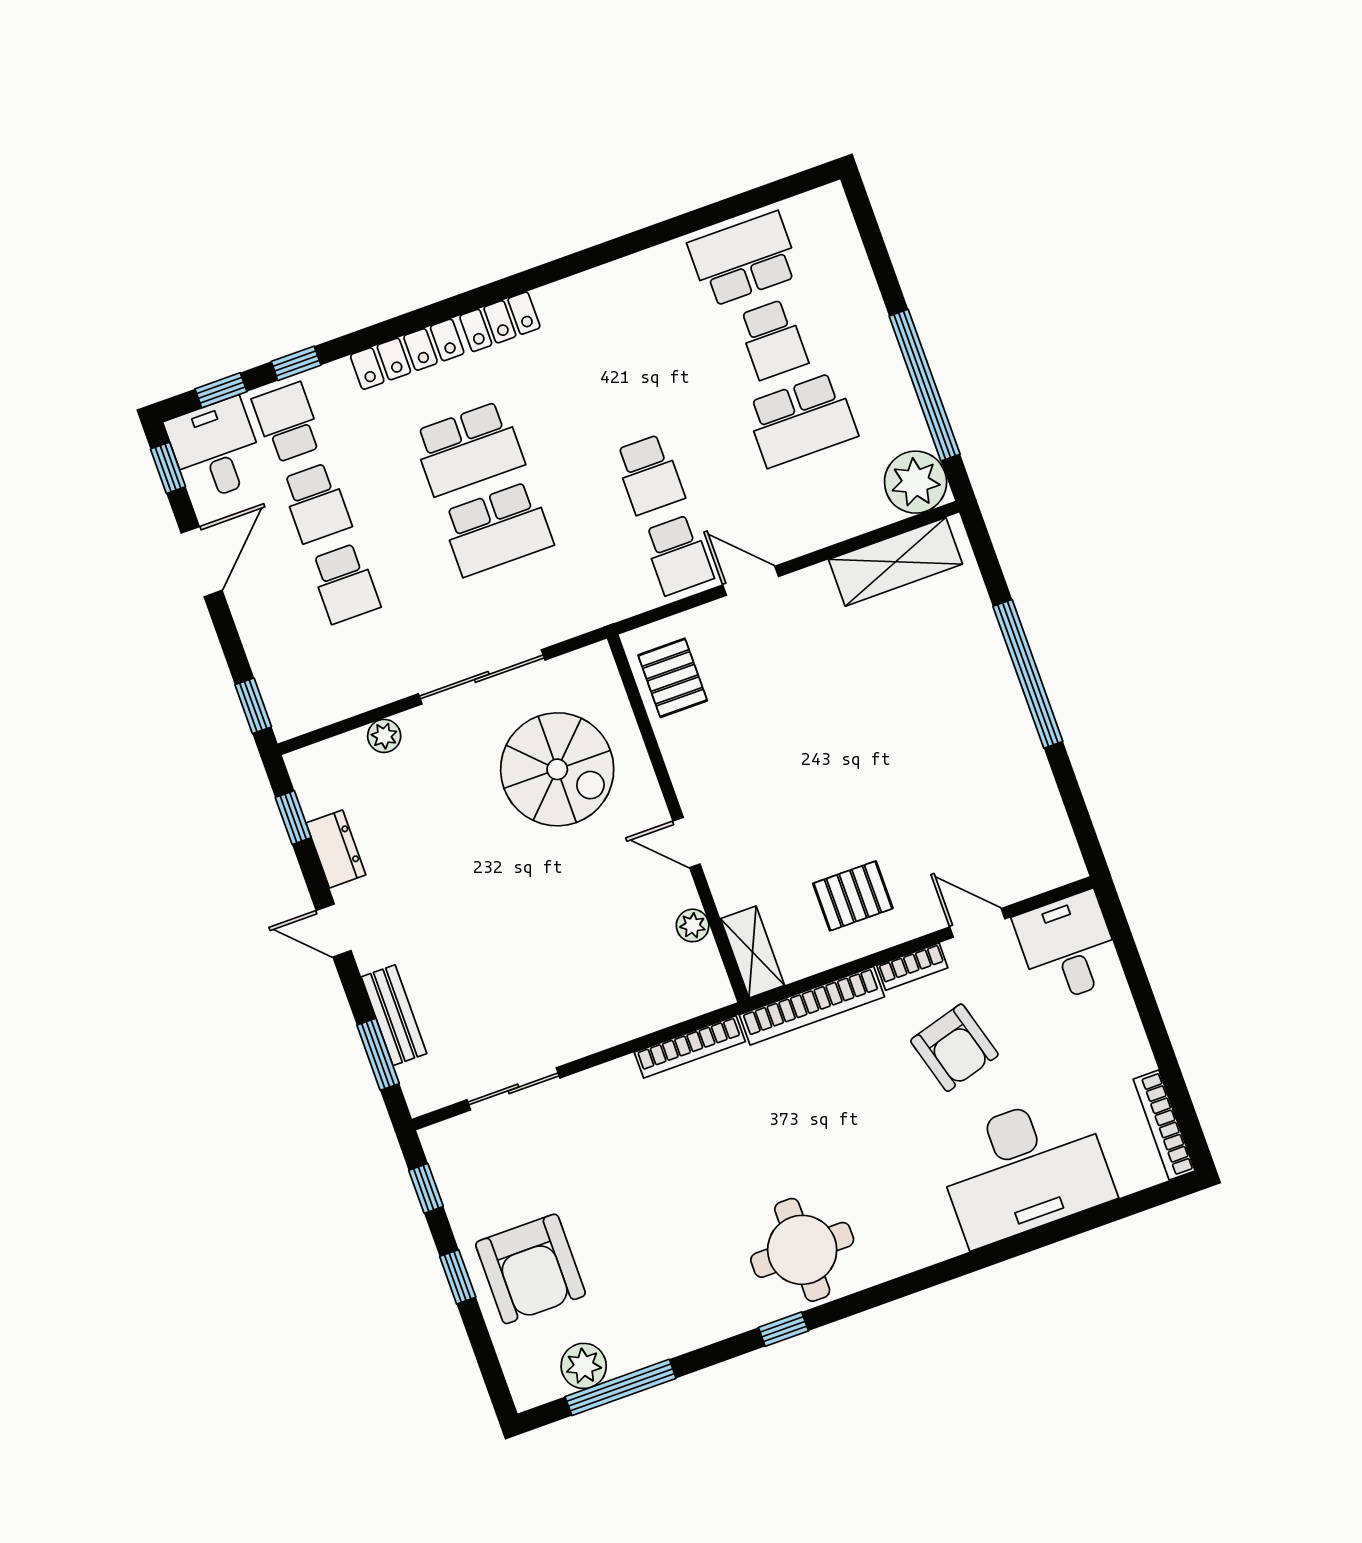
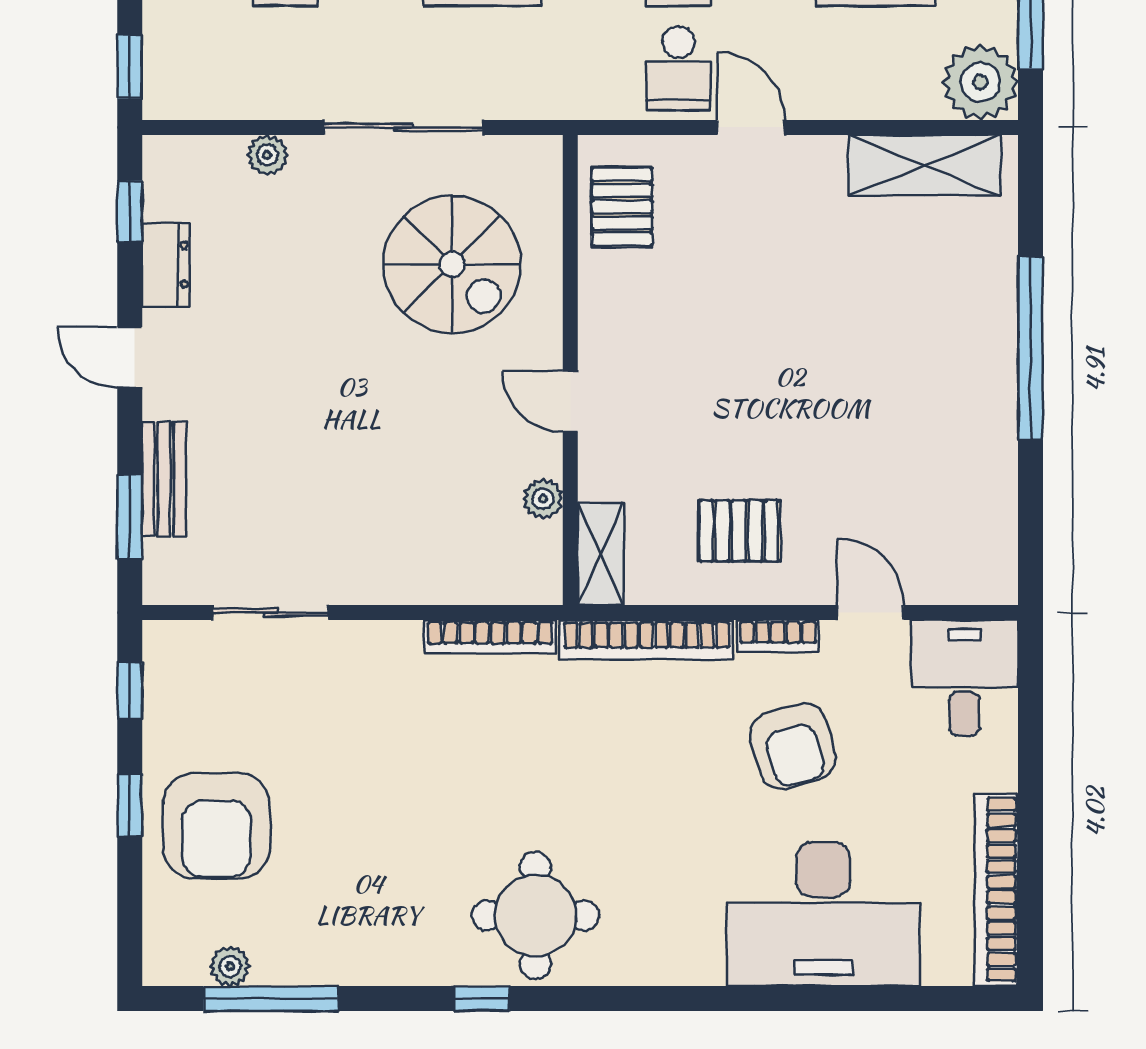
bookcase: (1164, 1125) -> (996, 890), width x1.48, depth x1.31
plant: (584, 1366) -> (230, 966), width x0.73, depth x0.73

